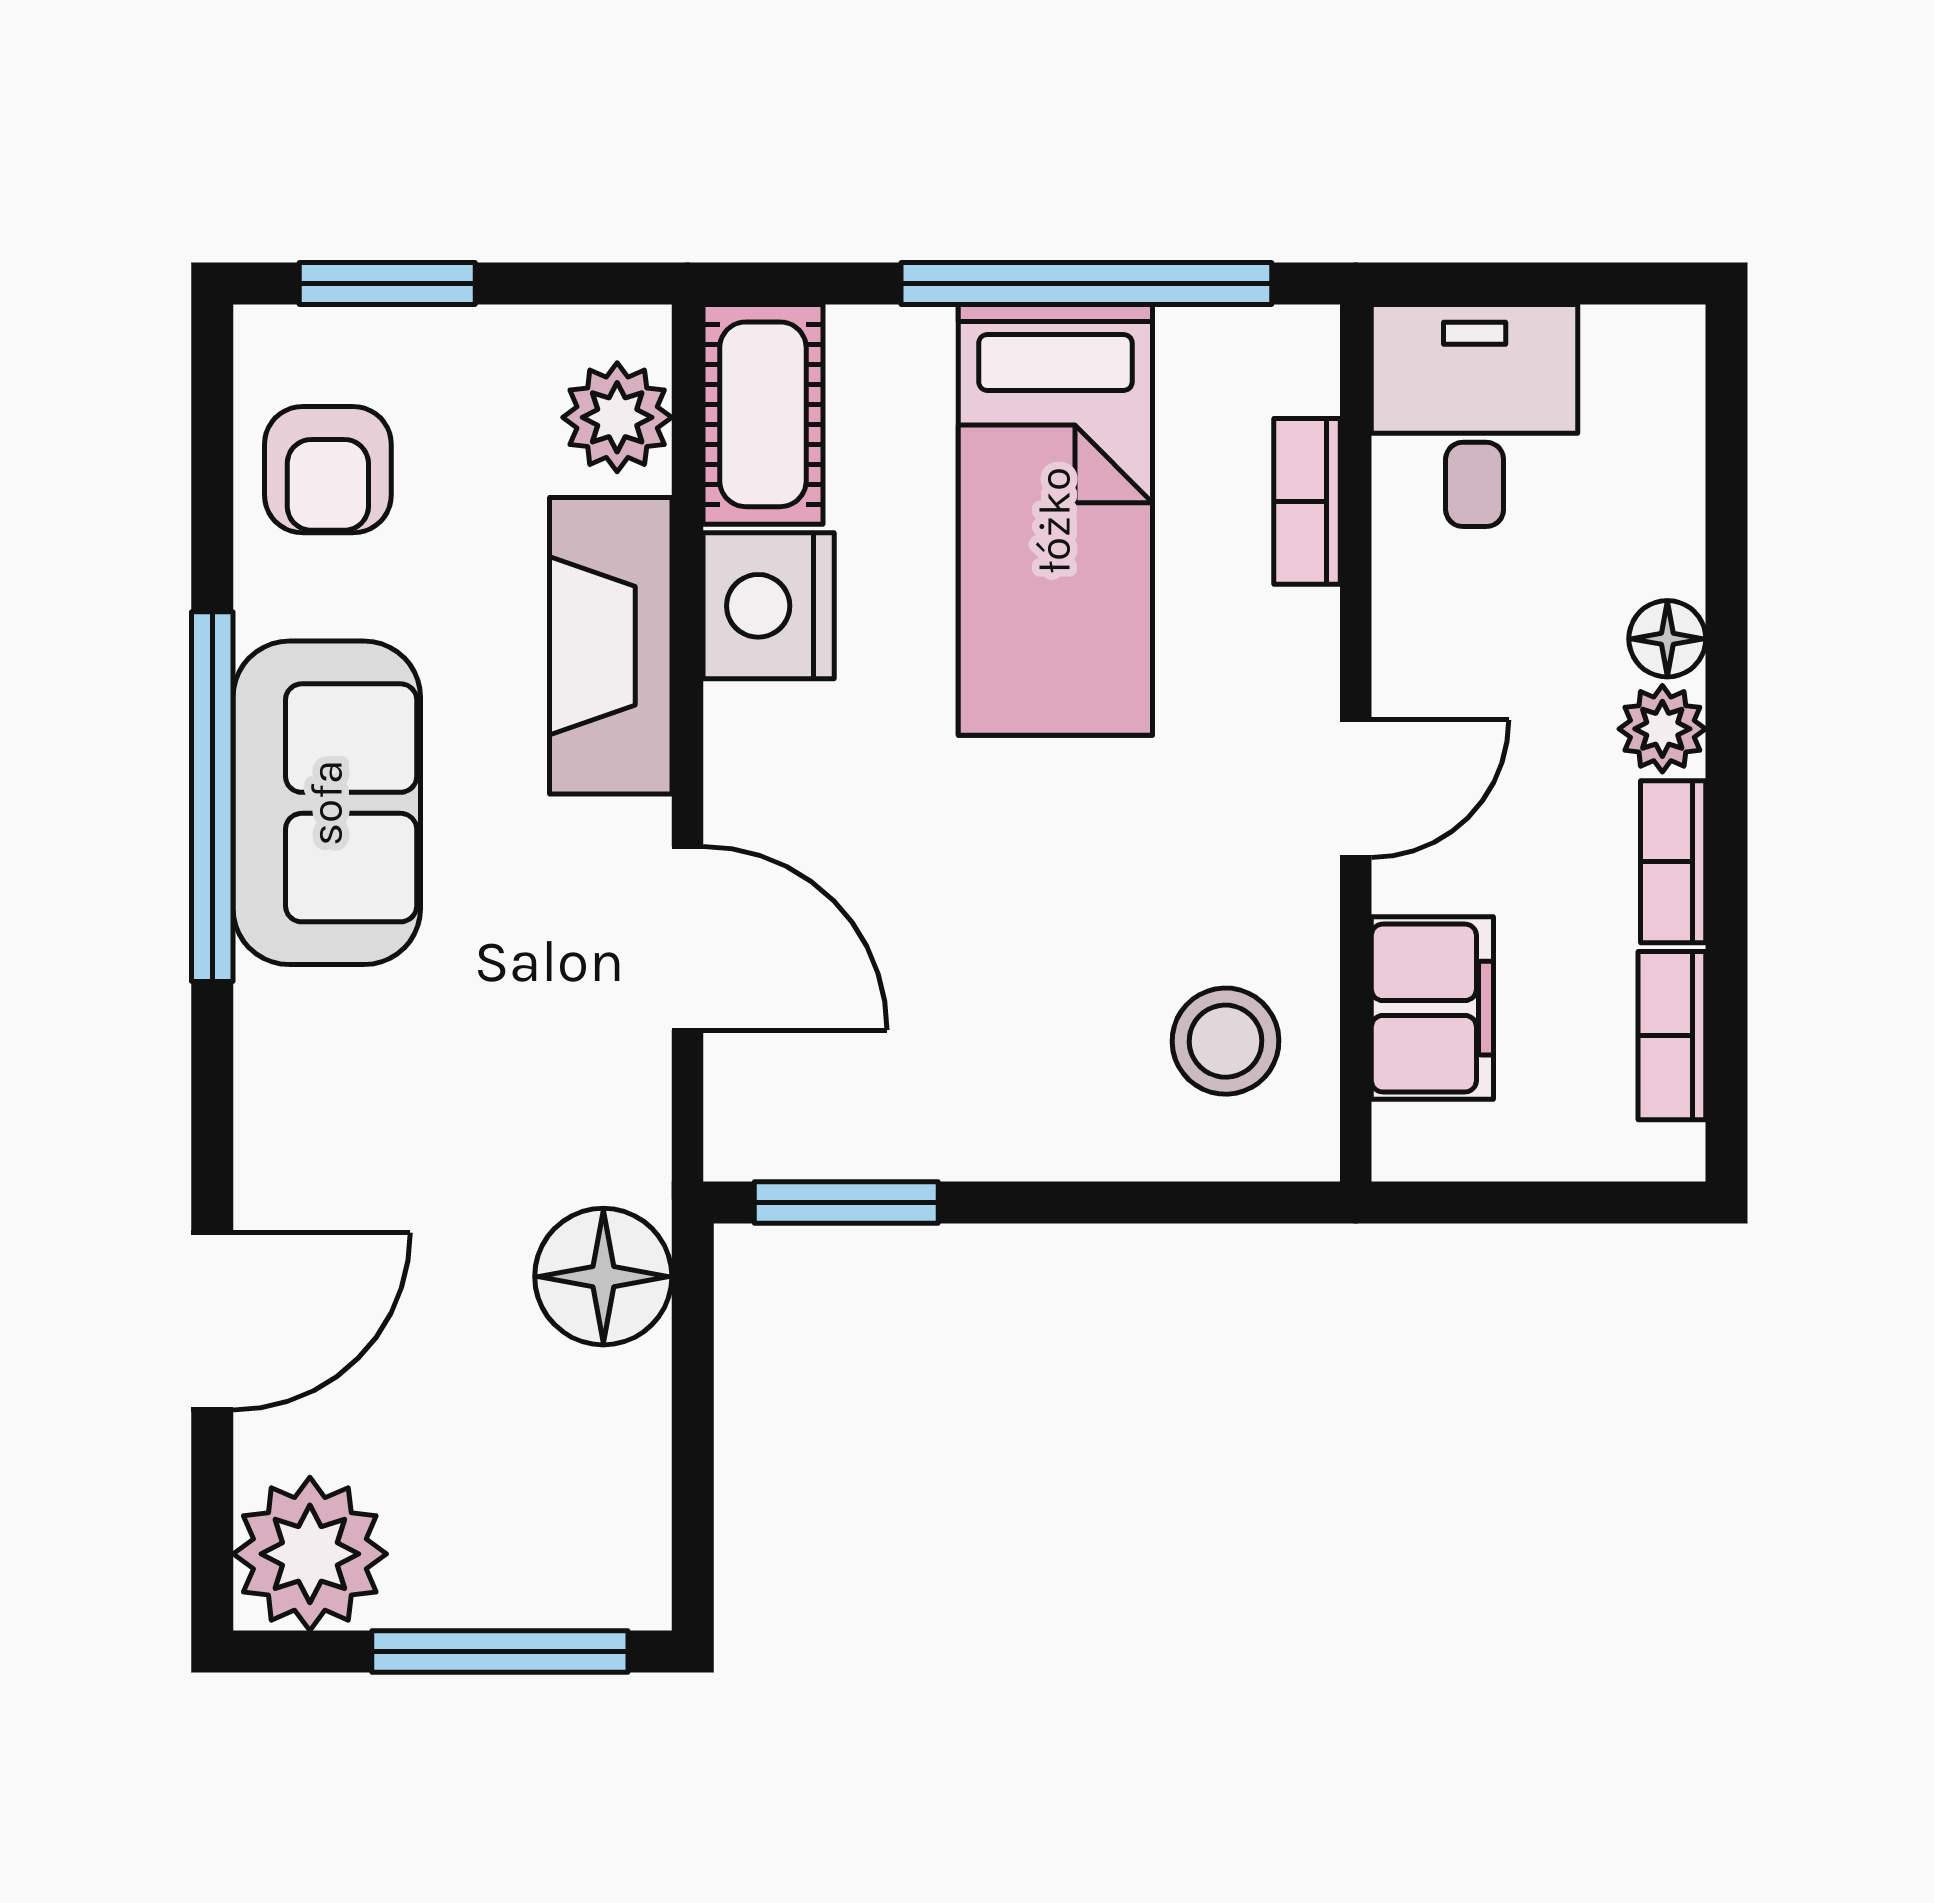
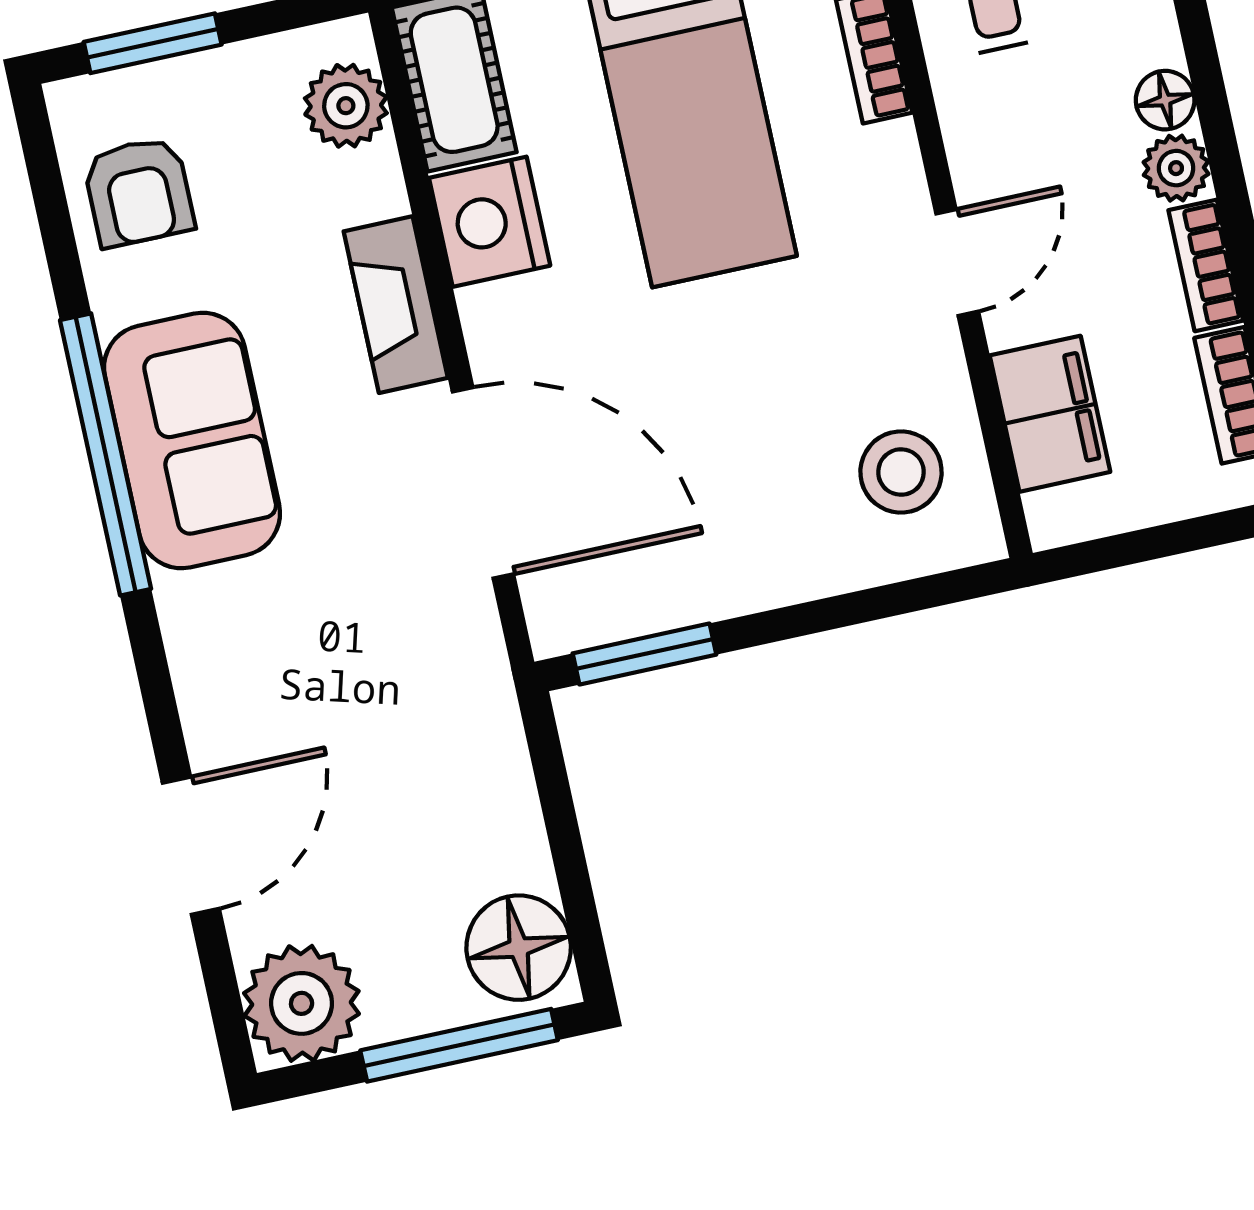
fireplace: (611, 646) -> (396, 305), width x0.73, depth x0.76
door: (687, 938) -> (483, 483), width x1.36
floor lamp: (603, 1277) -> (519, 948), moved

